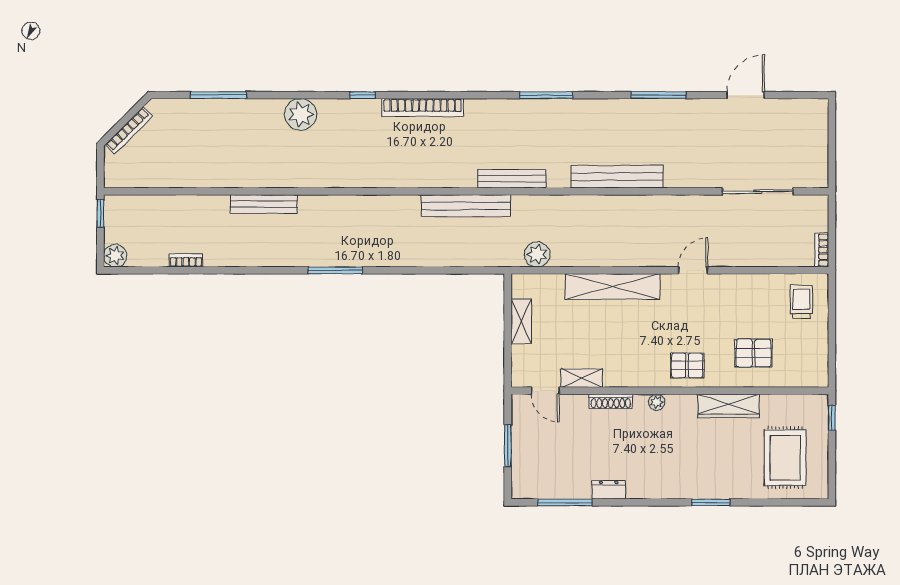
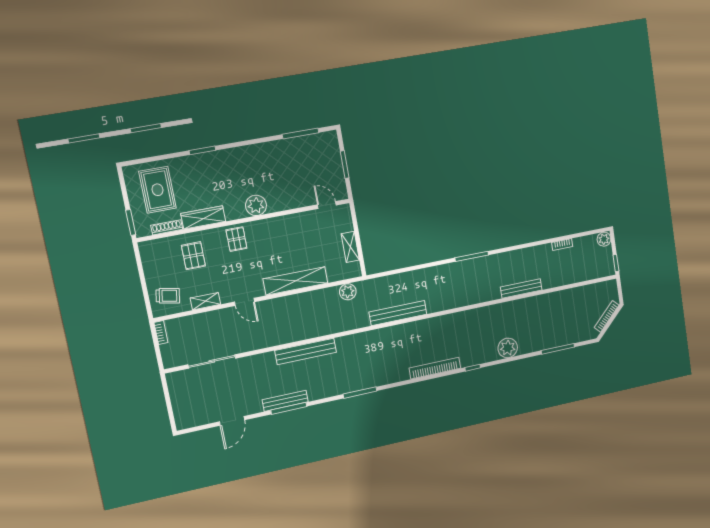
bench: (512, 179) -> (285, 401), moved
door: (693, 270) -> (245, 302), hinge flipped
trolley: (801, 302) -> (168, 296), turned -79
pallet: (754, 353) -> (193, 256), turned 90
pallet: (687, 365) -> (236, 239), turned 90
shelving: (582, 378) -> (205, 301), moved
shoe rack: (611, 401) -> (167, 227), moved
plant: (657, 402) -> (256, 205), width x1.88, depth x1.88
window: (832, 418) -> (131, 222), width x1.50
dresser: (609, 490) -> (273, 147), removed

